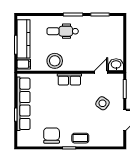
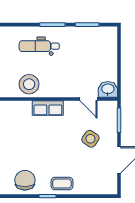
door: (101, 72) -> (89, 99), swing flipped

